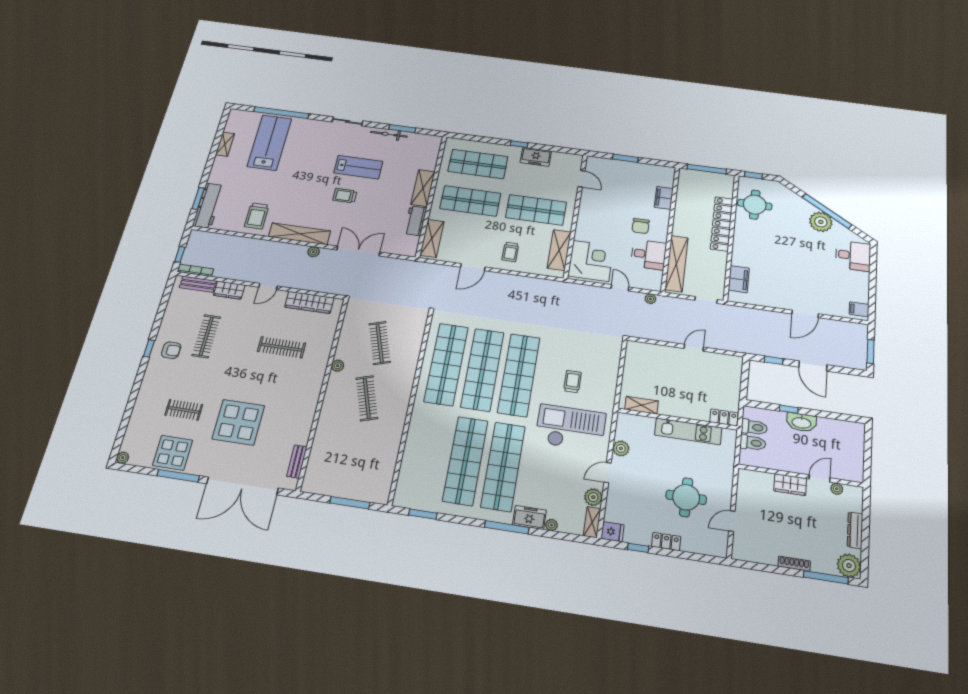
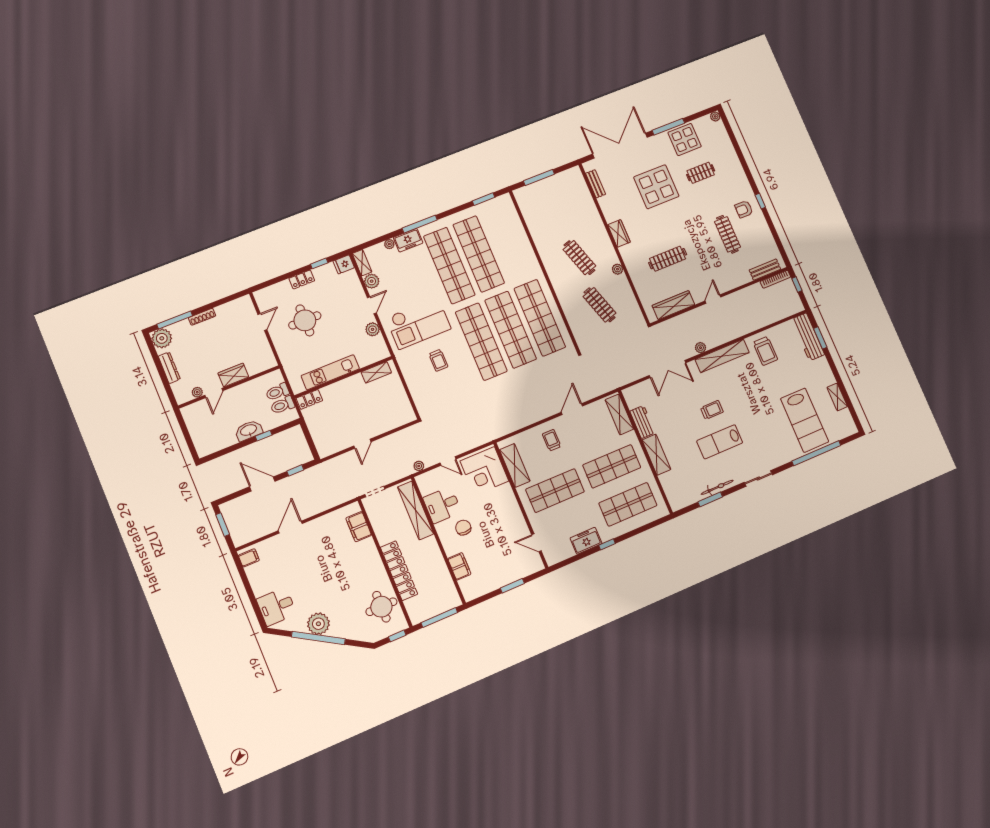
trolley: (257, 216) -> (765, 351), turned 180
wardrobe: (229, 290) -> (619, 233), moved, turned 90

